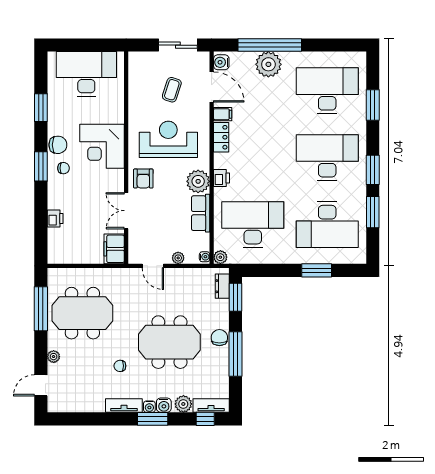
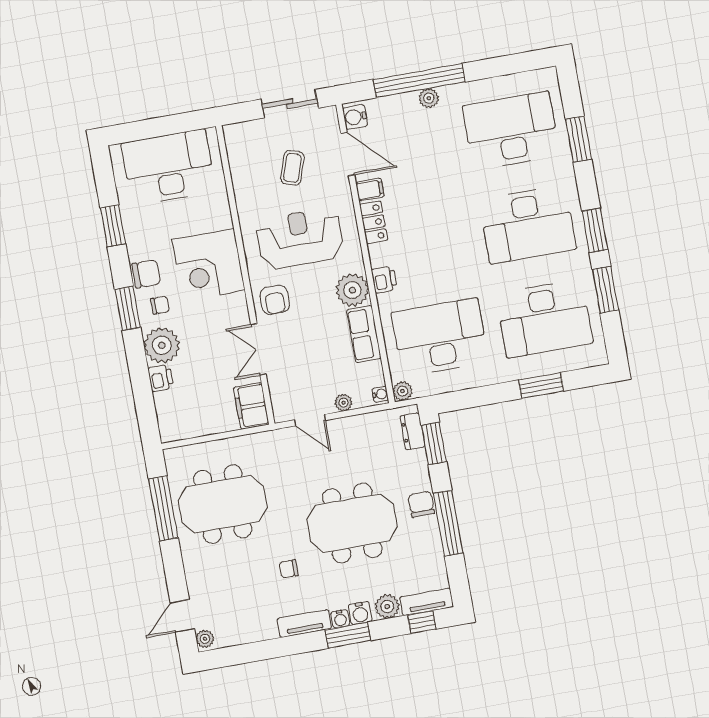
plant: (268, 64) -> (429, 98), width x0.53, depth x0.53
desk: (327, 158) -> (528, 225), turned 180
plant: (60, 196) -> (162, 345), added
plant: (54, 357) -> (205, 639), moved

